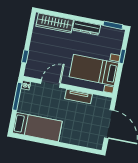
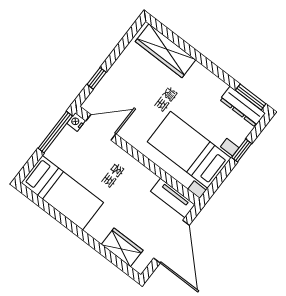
dresser: (86, 28) -> (243, 107), moved
door: (51, 84) -> (101, 127), moved
tv unit: (78, 96) -> (173, 198), moved
wardrobe: (84, 140) -> (122, 247), added

